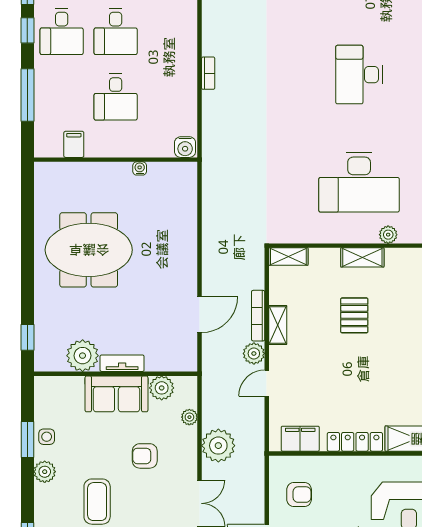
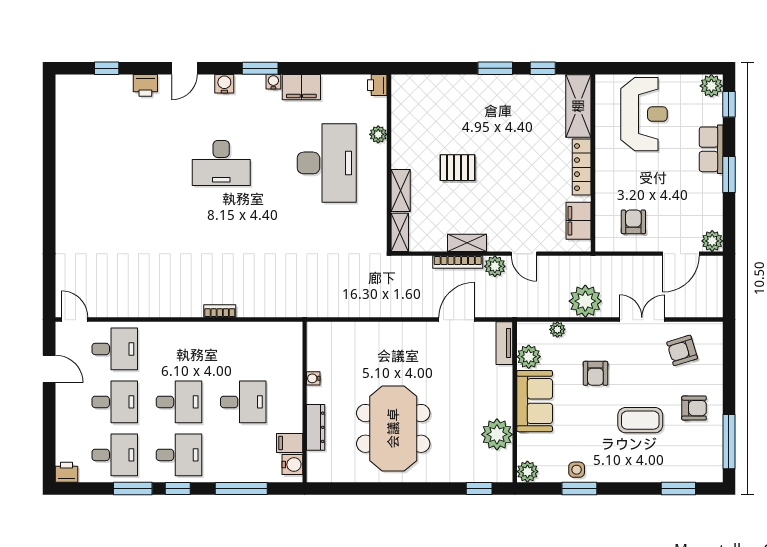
water cooler: (185, 147) -> (292, 465), moved
dresser: (90, 171) -> (316, 427), added
shelving: (362, 257) -> (401, 190), moved
door: (200, 314) -> (457, 320), hinge flipped
tv unit: (122, 363) -> (504, 343), moved
plant: (45, 472) -> (527, 472), moved

